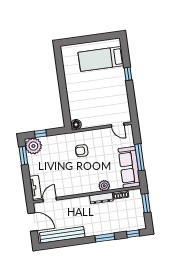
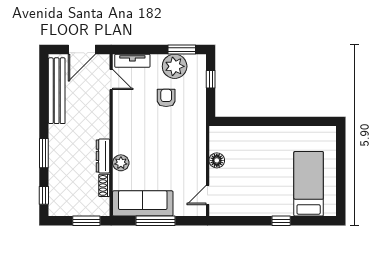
floor lamp: (76, 125) -> (217, 160), moved
plant: (33, 146) -> (175, 66), moved
armchair: (82, 151) -> (166, 98), moved

